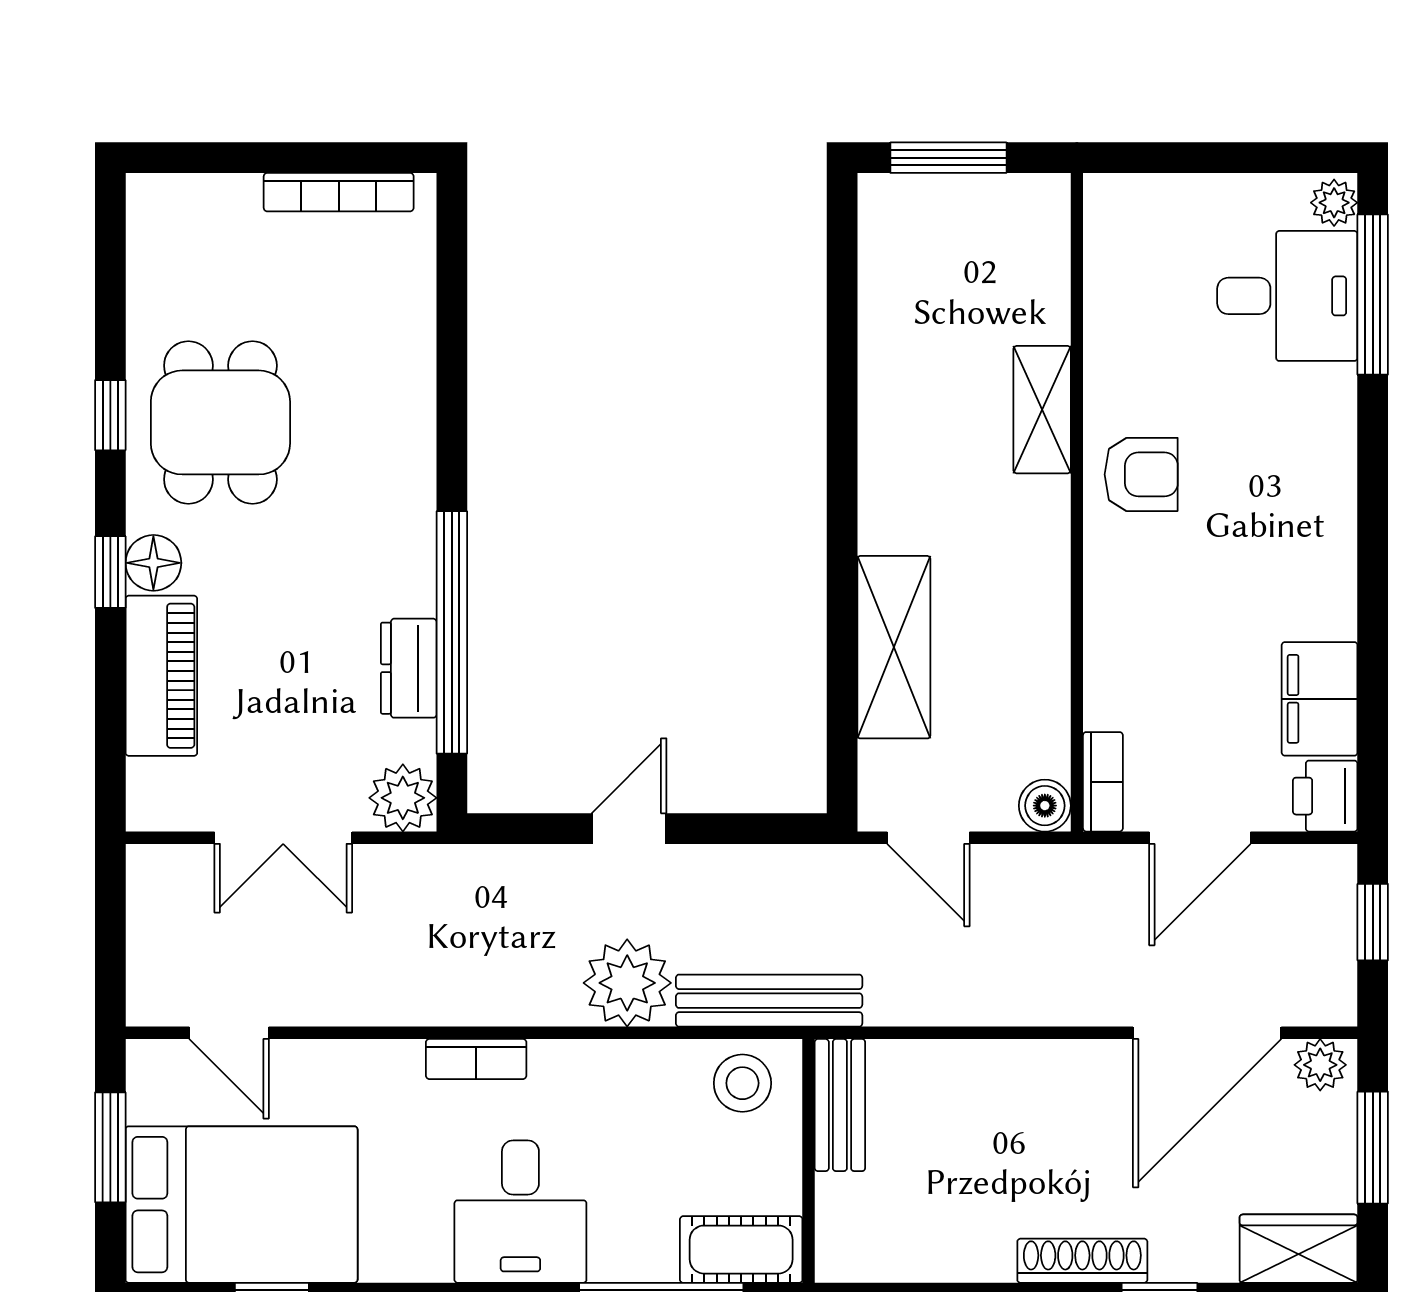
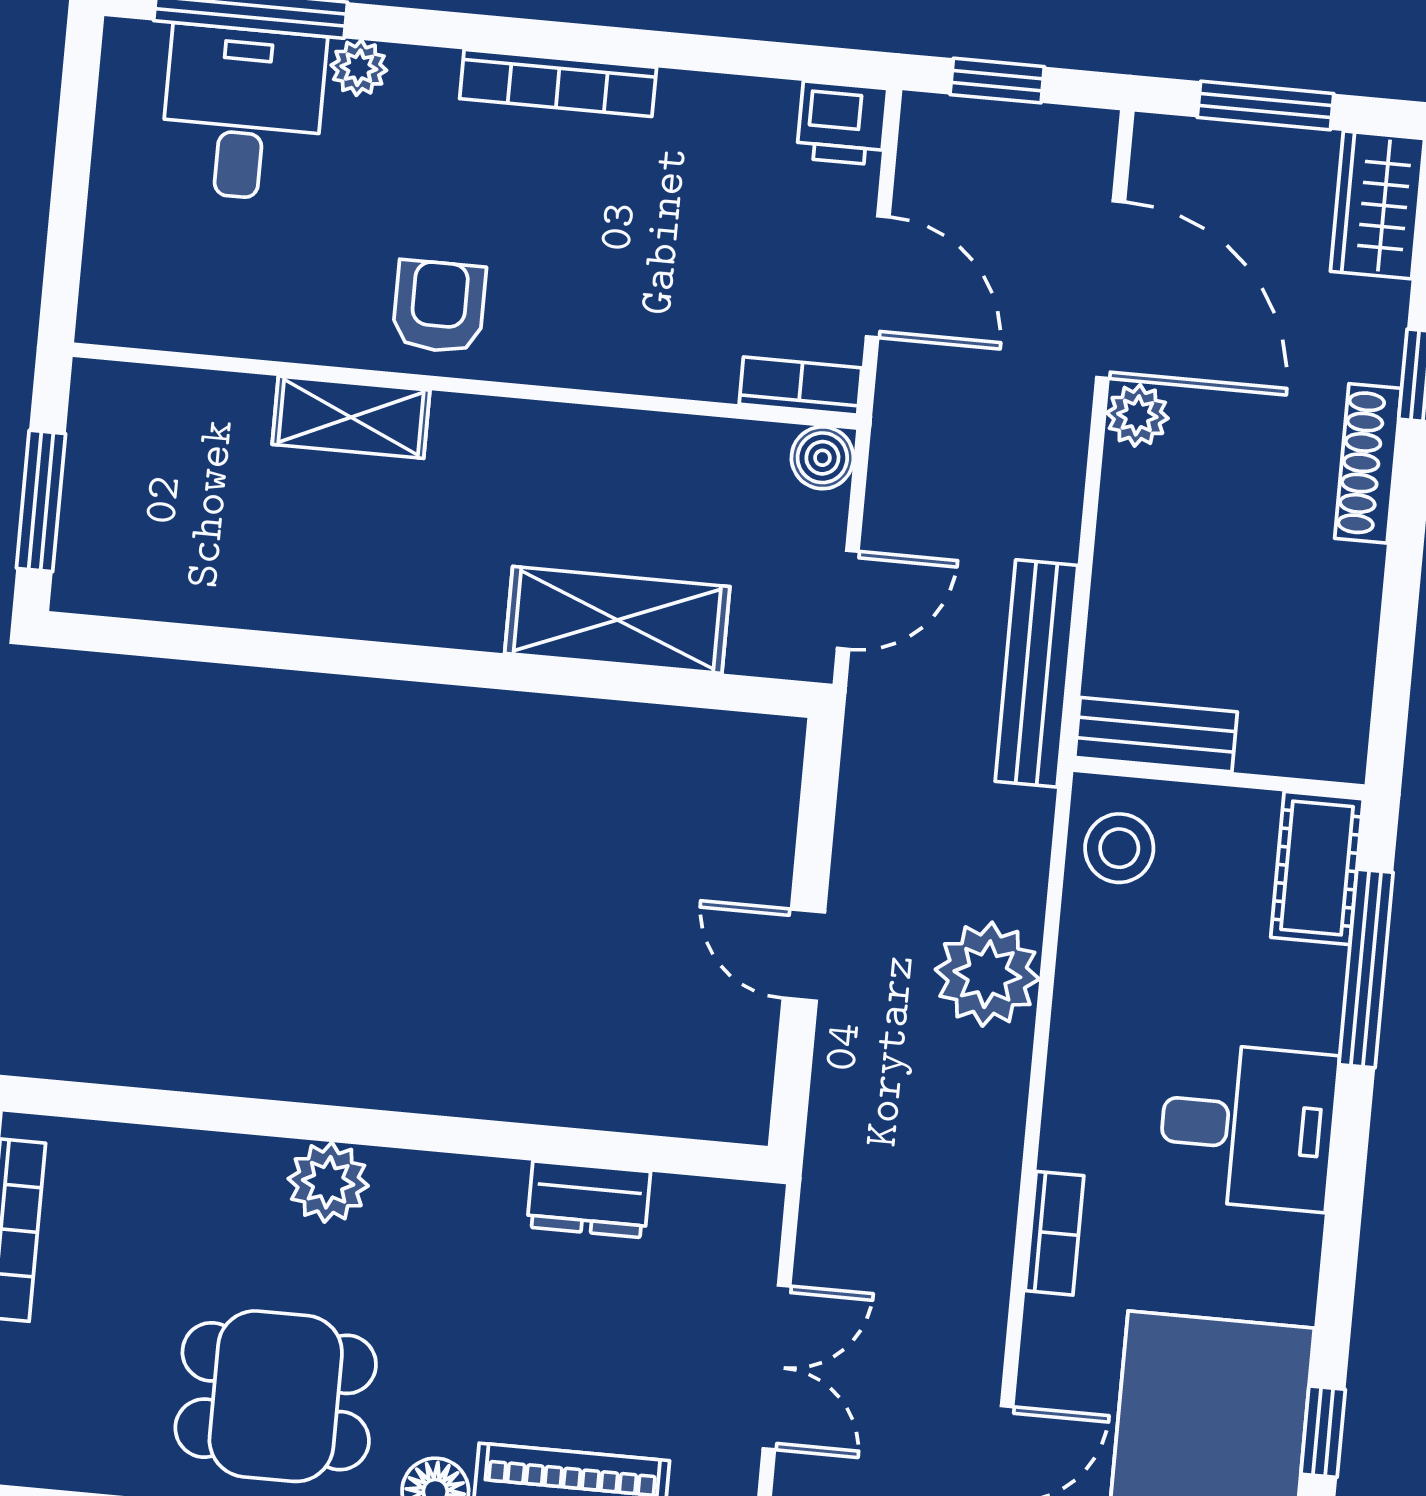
plant: (1334, 203) -> (359, 68), moved
bookcase: (1337, 556) -> (558, 83), added
window: (452, 632) -> (551, 1144), removed
filing cabinet: (1320, 699) -> (726, 119), removed
plant: (403, 798) -> (328, 1182), moved
bench: (769, 1001) -> (1036, 673), moved
bookcase: (476, 1059) -> (1055, 1233), moved
plant: (1320, 1065) -> (1137, 415), moved

